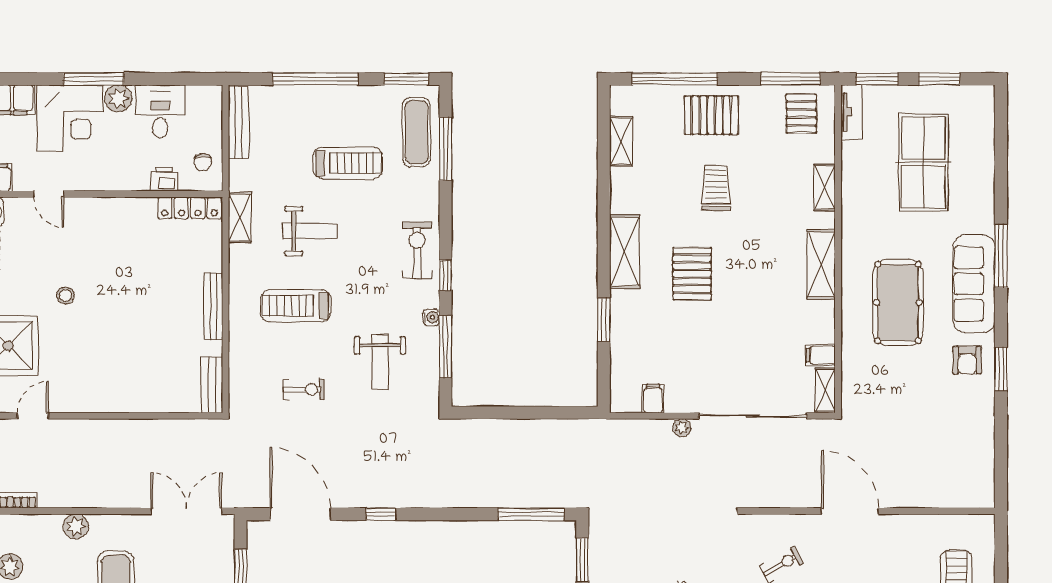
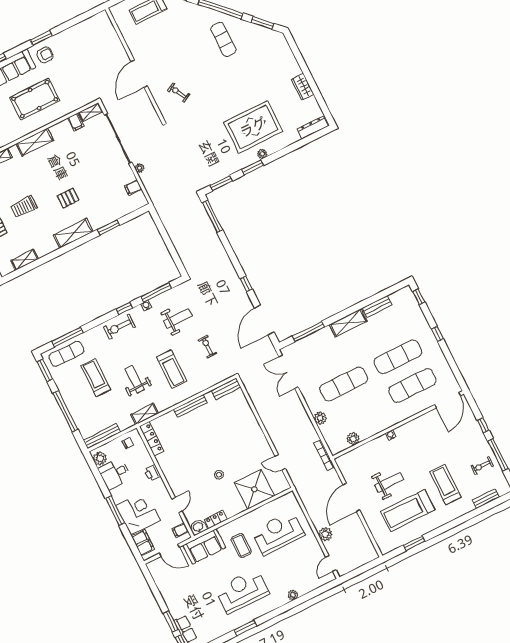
plant: (118, 98) -> (100, 458), moved
printer: (164, 179) -> (153, 473), moved
pallet: (692, 274) -> (68, 198), width x0.67, depth x0.71

